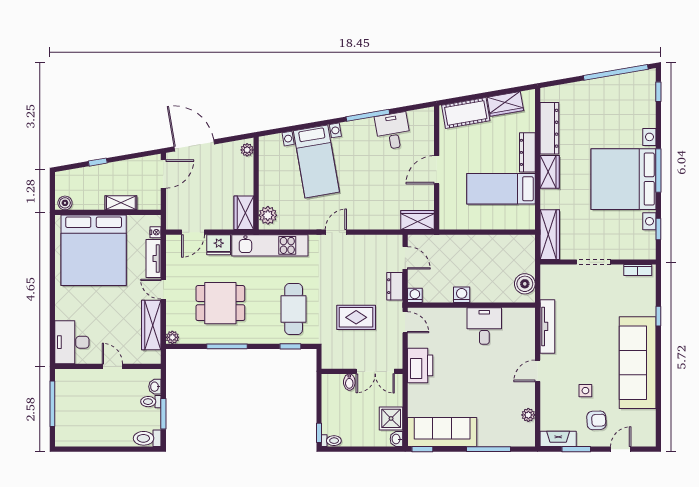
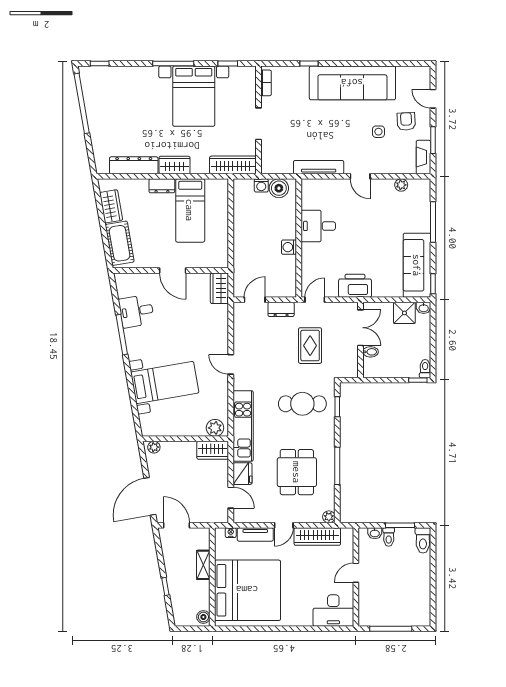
dresser: (527, 152) -> (162, 186), width x0.70
bed with nightstands: (624, 179) -> (194, 96), width x0.73
washing machine: (415, 295) -> (261, 185), moved, turned -90

